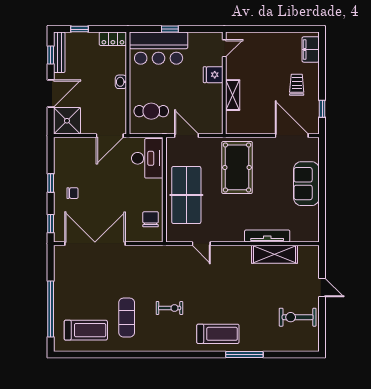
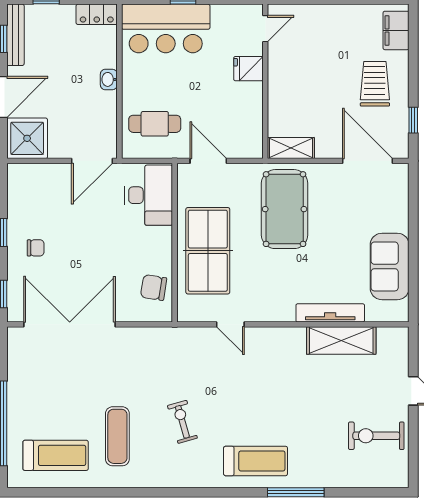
trolley: (297, 85) -> (375, 84), width x1.36, depth x1.39
shelving: (233, 95) -> (291, 148), moved, turned 90
sofa: (306, 184) -> (390, 266), moved
chair: (151, 219) -> (154, 287), turned -81
exercise bike: (170, 308) -> (182, 422), turned -106

